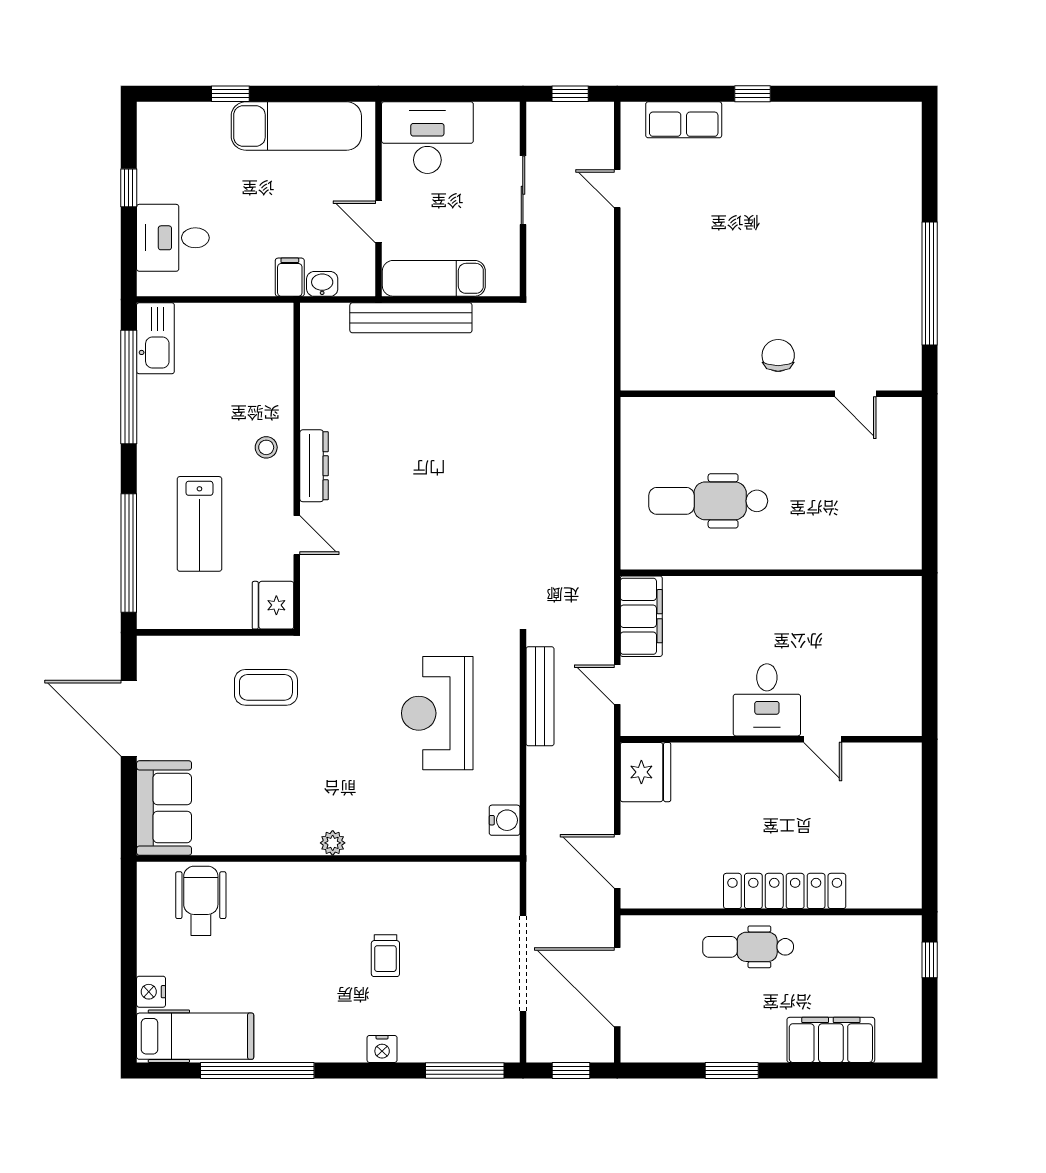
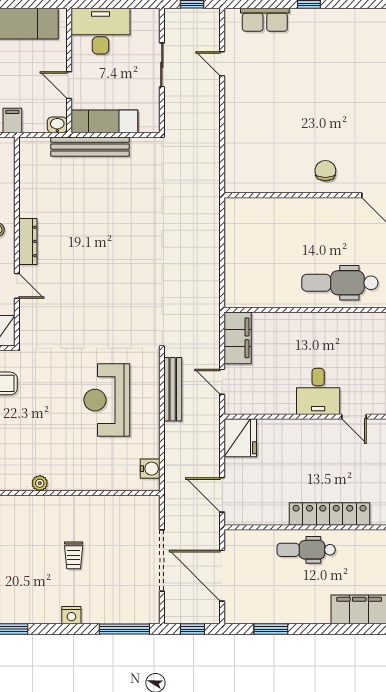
washbasin: (322, 284) -> (57, 125), moved
dental chair: (708, 501) -> (340, 283), moved
window: (732, 1070) -> (271, 629), moved

